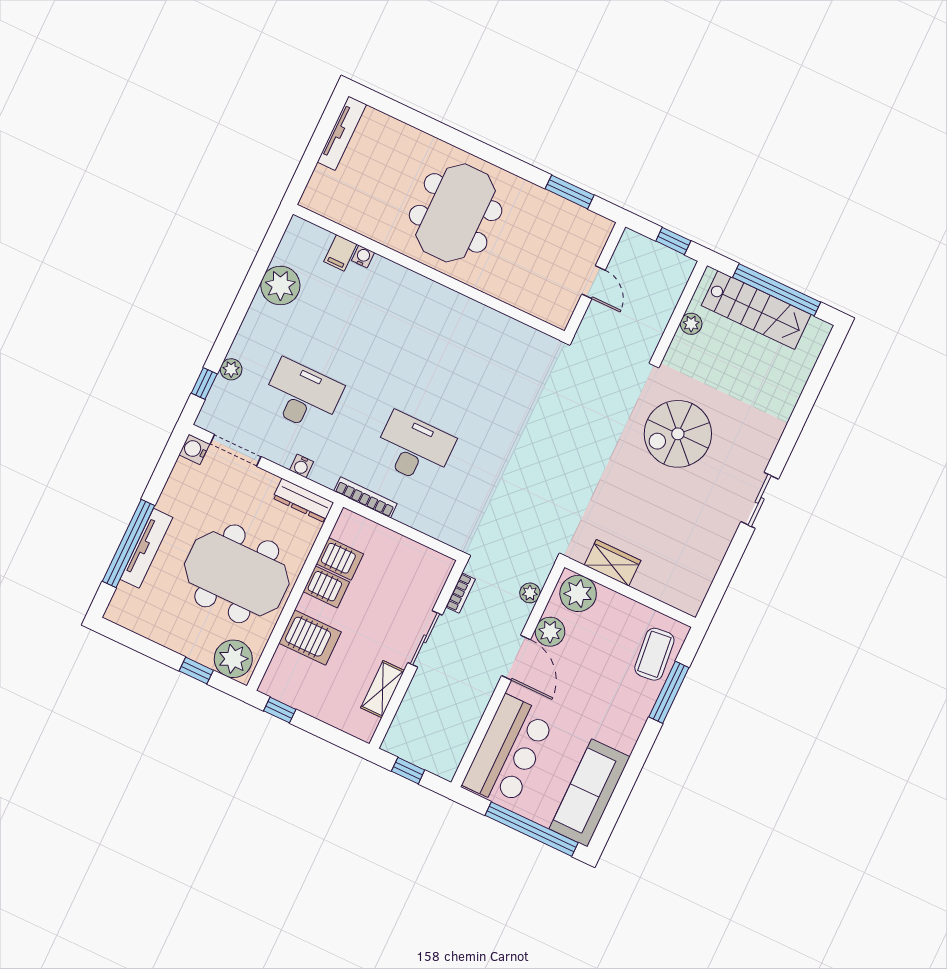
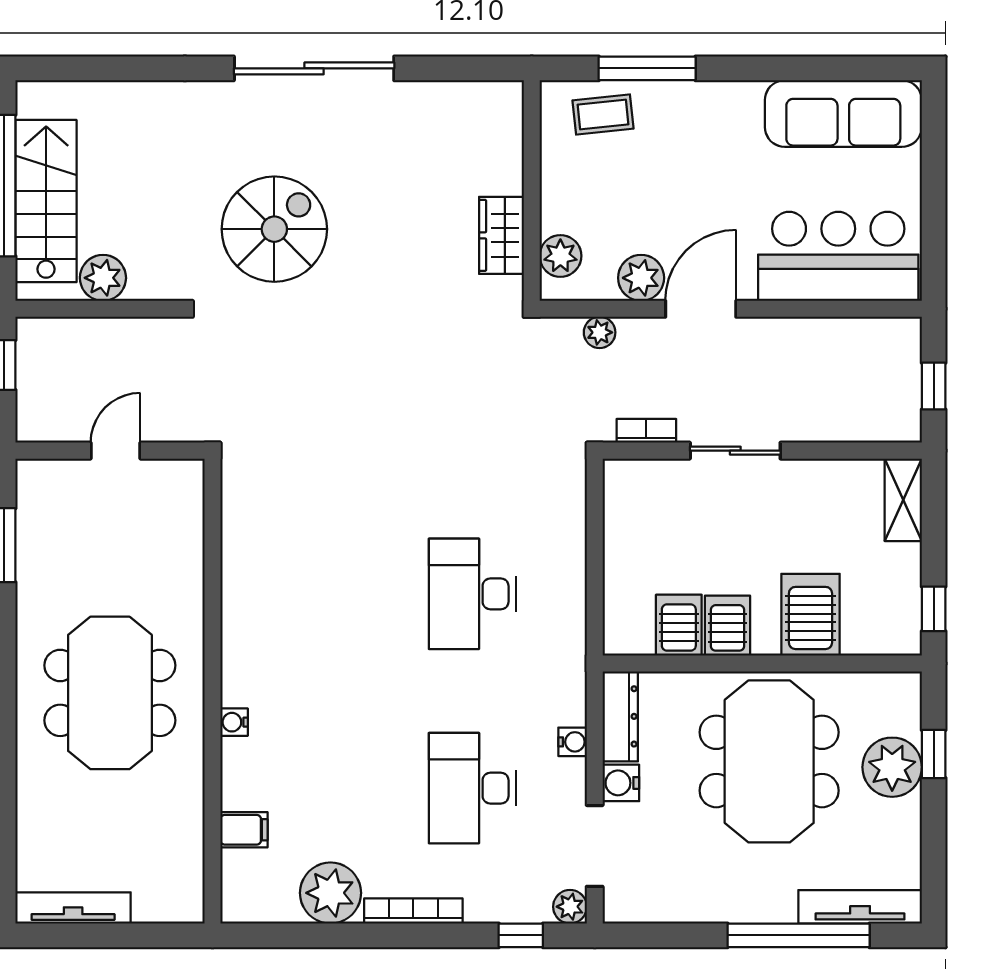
meeting table: (456, 213) -> (110, 693), turned 90
water cooler: (363, 257) -> (234, 722), moved
plant: (691, 324) -> (103, 278), width x1.38, depth x1.38
plant: (231, 369) -> (570, 907), moved
spiral stairs: (678, 434) -> (274, 229), turned -90
water cooler: (194, 449) -> (621, 783), moved, turned 90
bookcase: (365, 497) -> (413, 911), moved, turned 90
sliding door: (760, 500) -> (314, 68), width x1.86
tv unit: (146, 548) -> (860, 907), moved
plant: (578, 594) -> (560, 256), width x0.73, depth x0.73
coffee table: (654, 654) -> (603, 115), width x0.73, depth x0.77
plant: (233, 659) -> (892, 767), moved
shelving: (382, 689) -> (903, 500), moved, turned 90
window: (532, 829) -> (934, 172), removed

